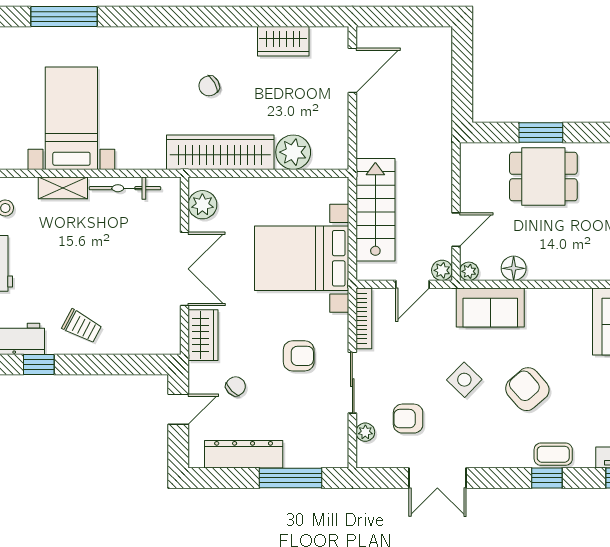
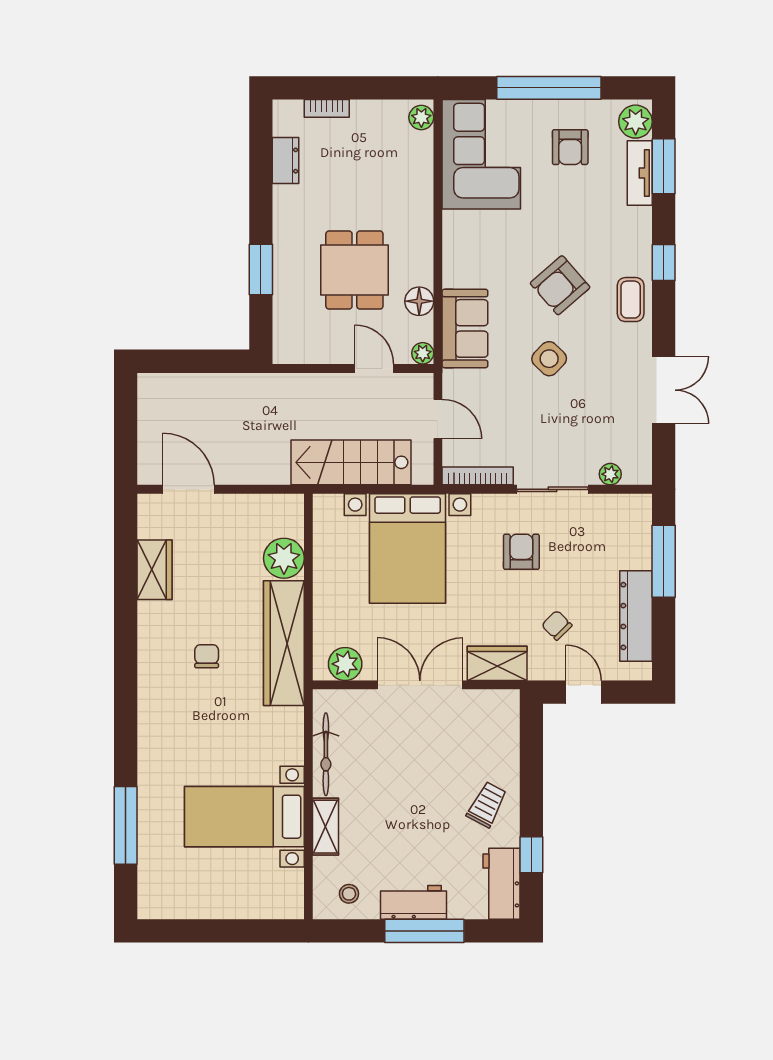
chair: (209, 86) -> (207, 656), turned -150
dining table: (543, 177) -> (354, 270), moved
plant: (442, 270) -> (422, 385), removed
armchair: (408, 419) -> (594, 424), removed
coffee table: (553, 454) -> (631, 300), moved

